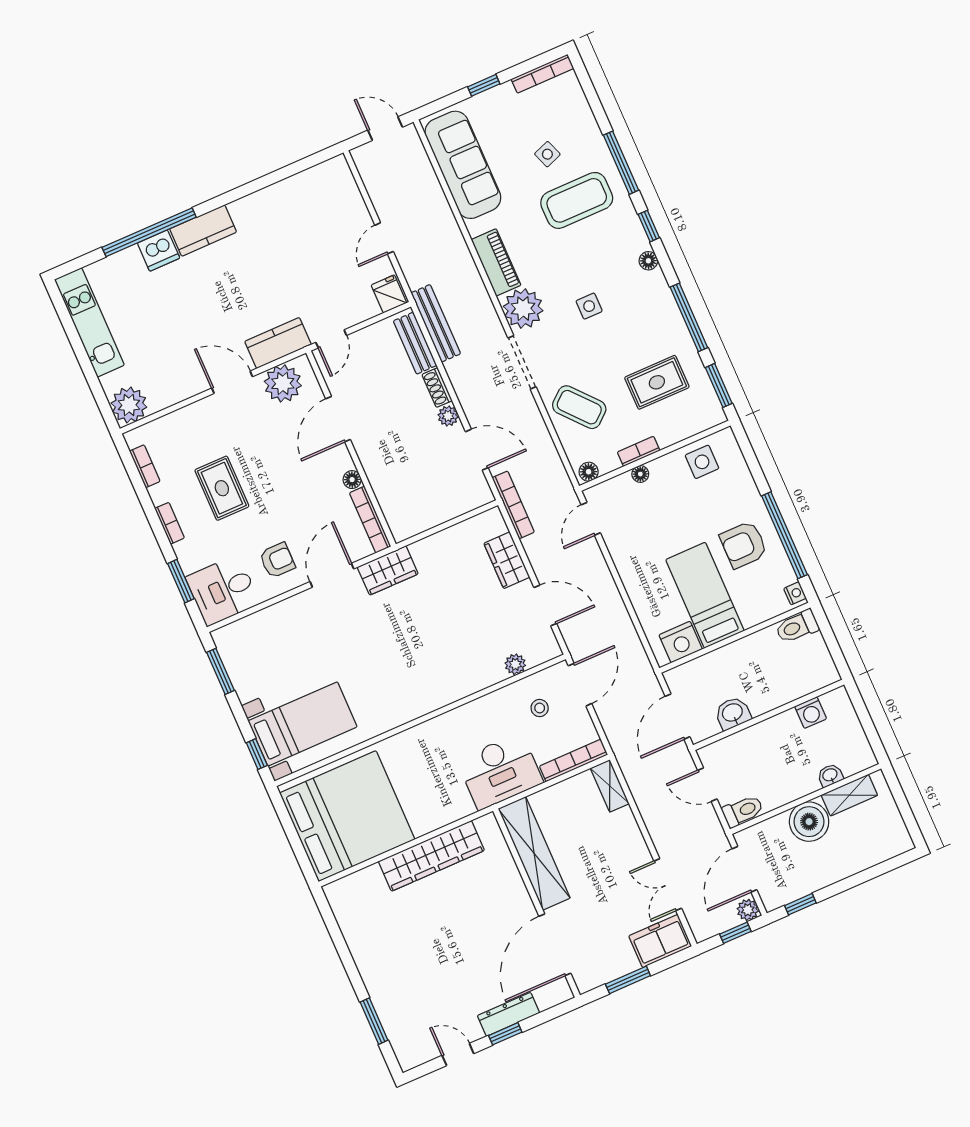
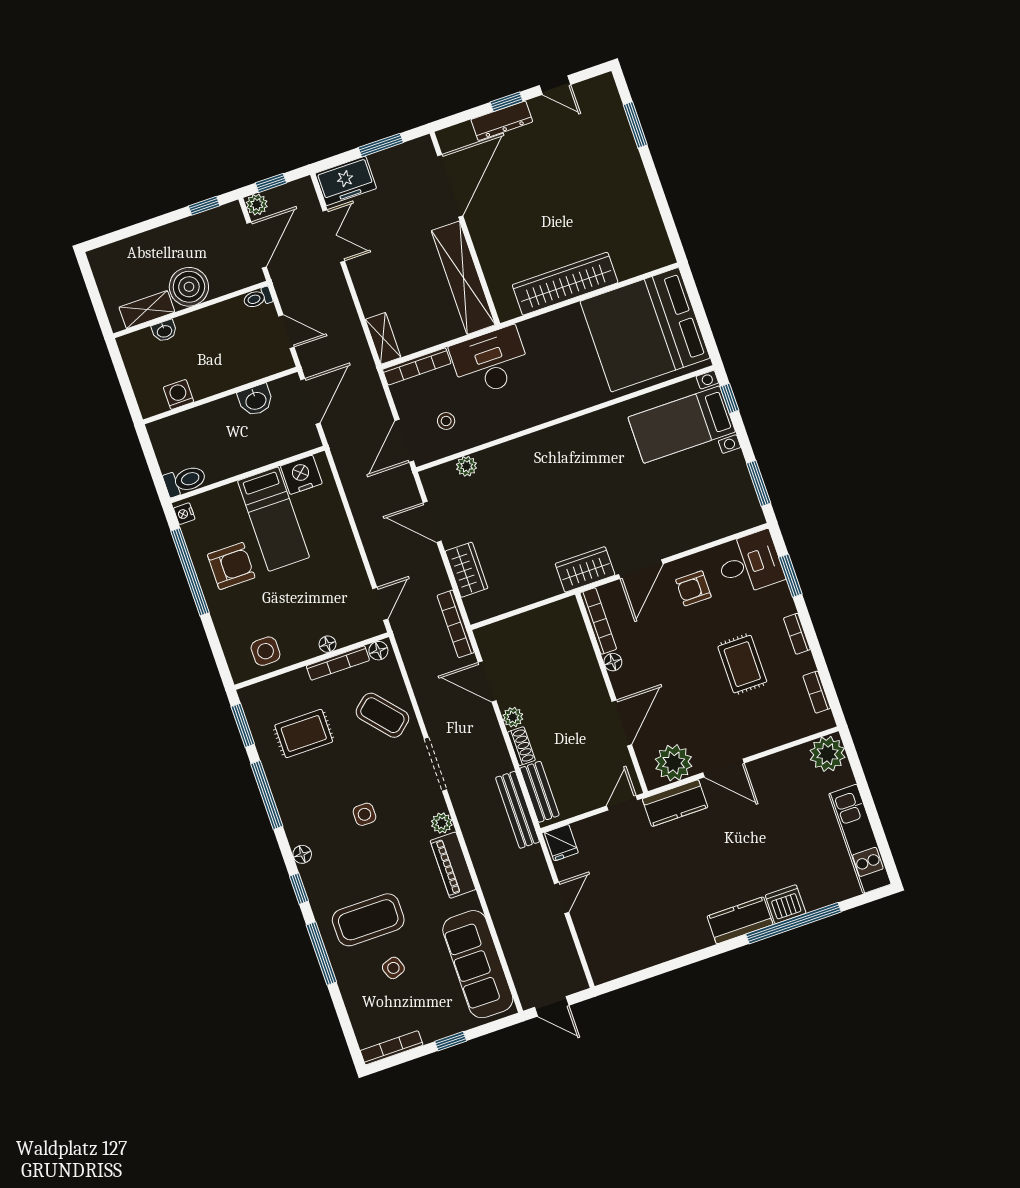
plant: (523, 309) -> (442, 823), width x0.53, depth x0.53
bookcase: (639, 451) -> (338, 663), width x1.56
toilet: (743, 811) -> (258, 298), width x0.73, depth x0.72

